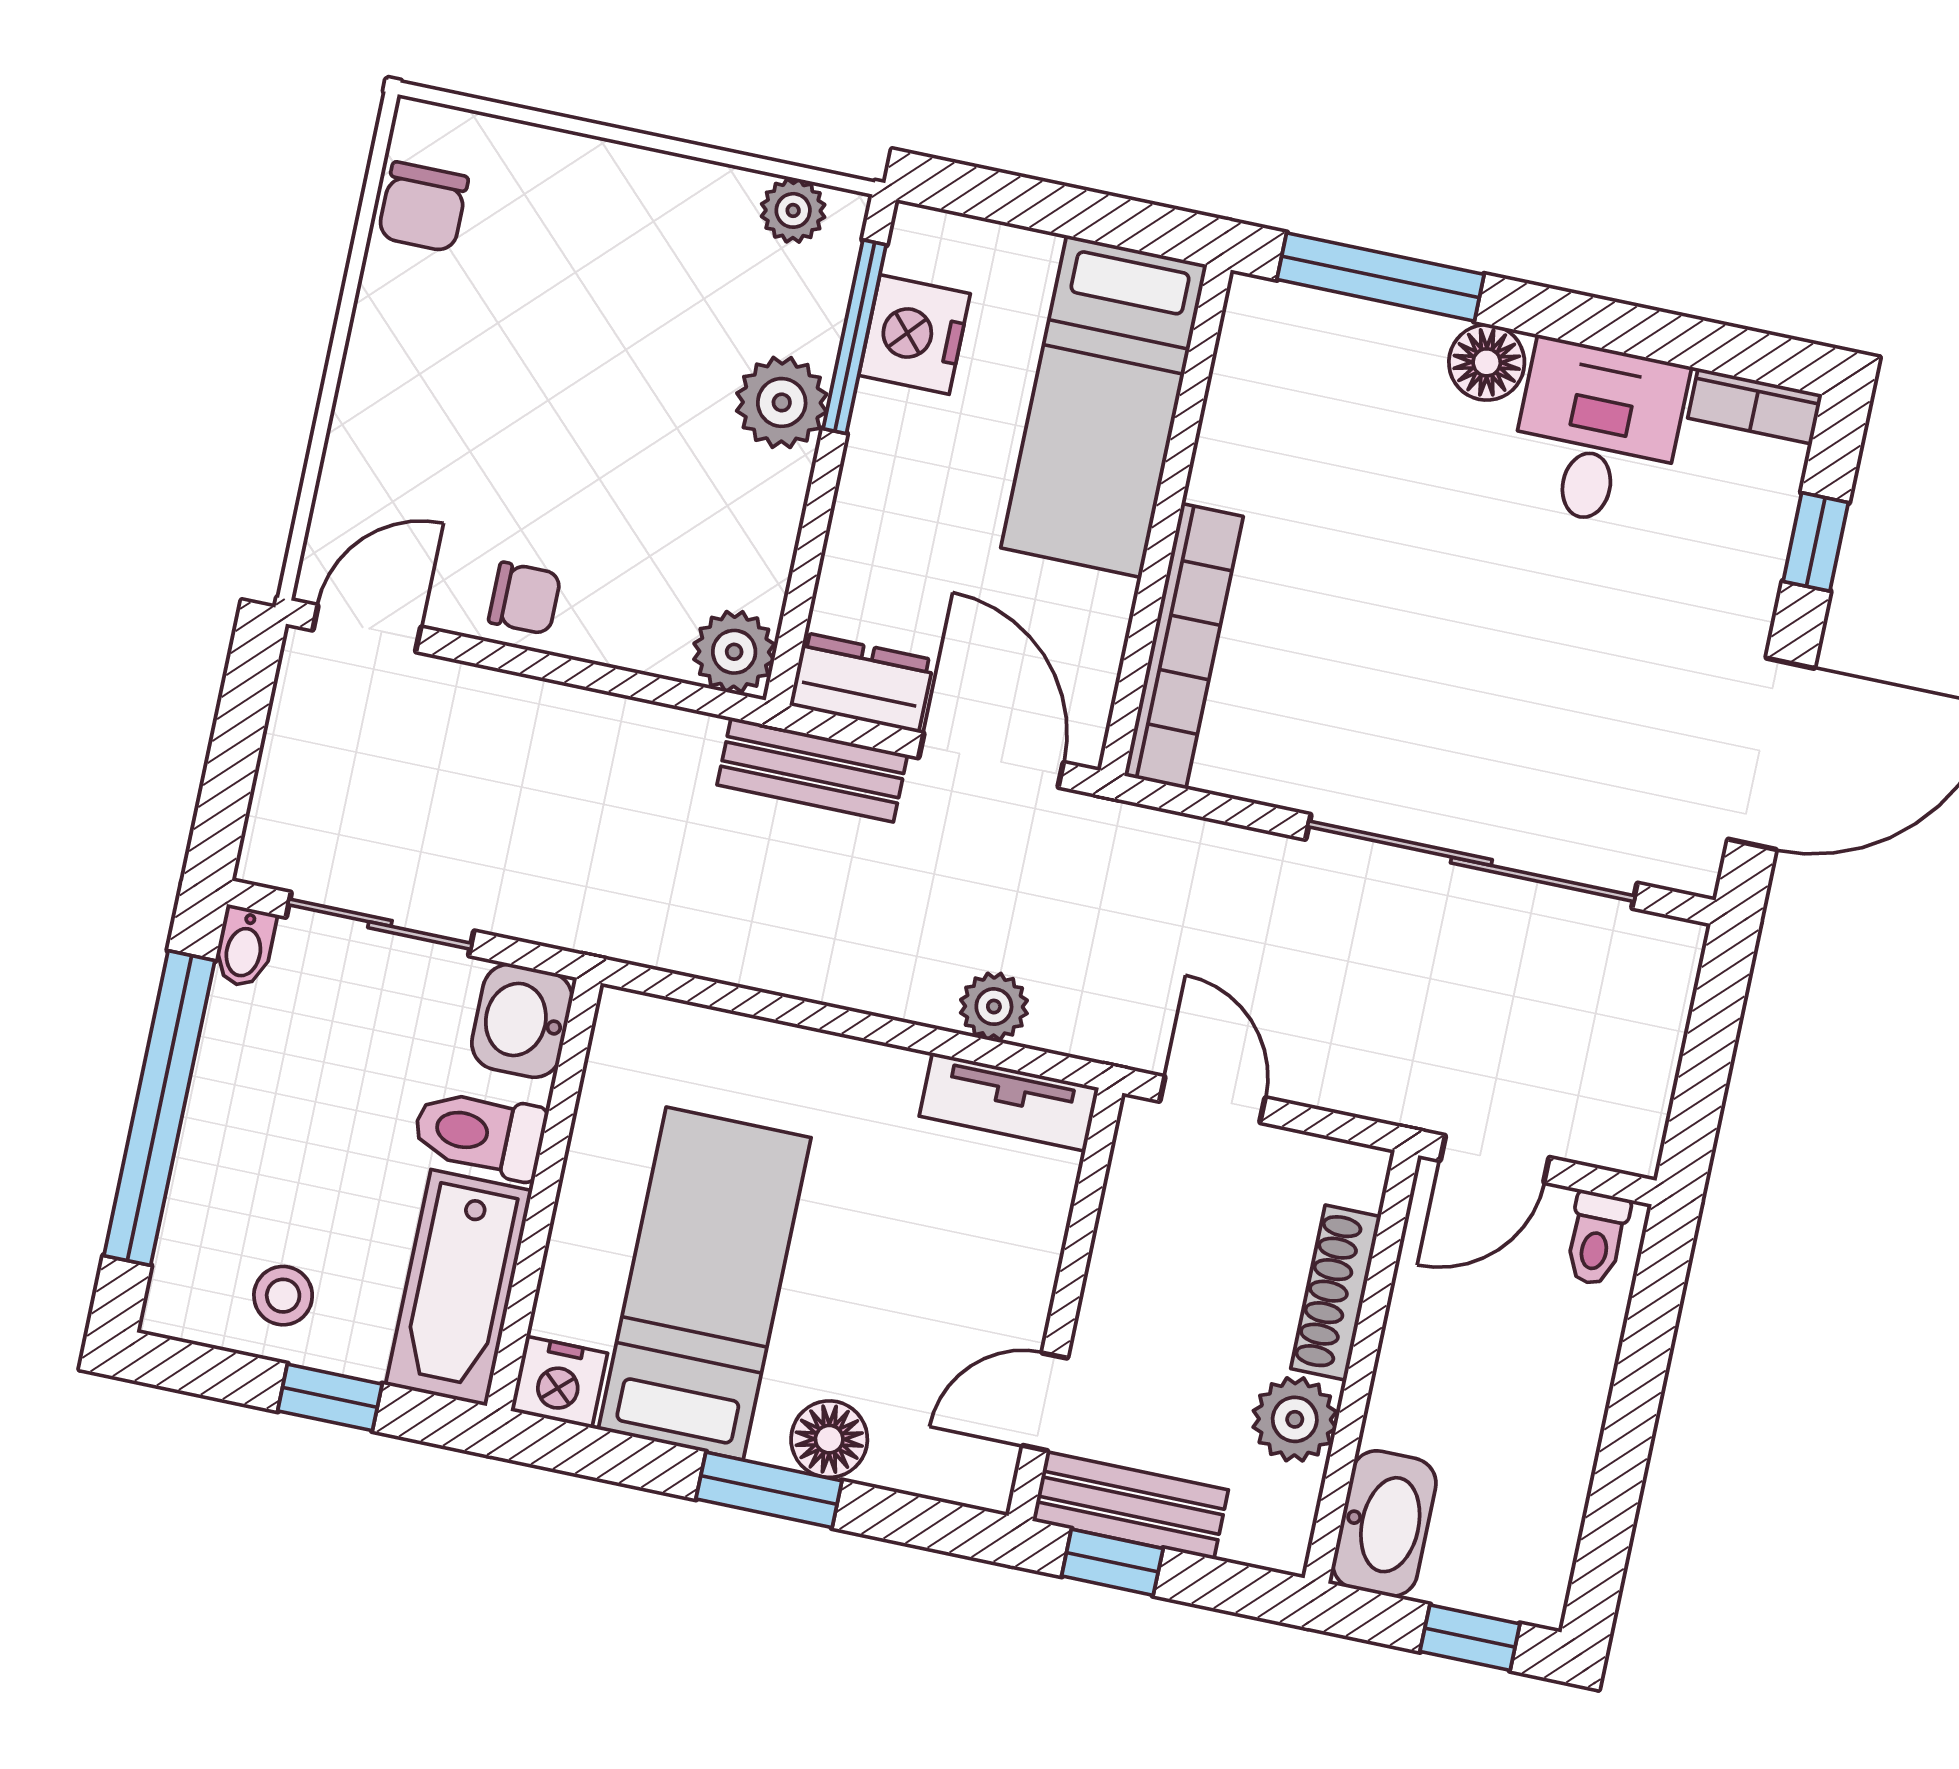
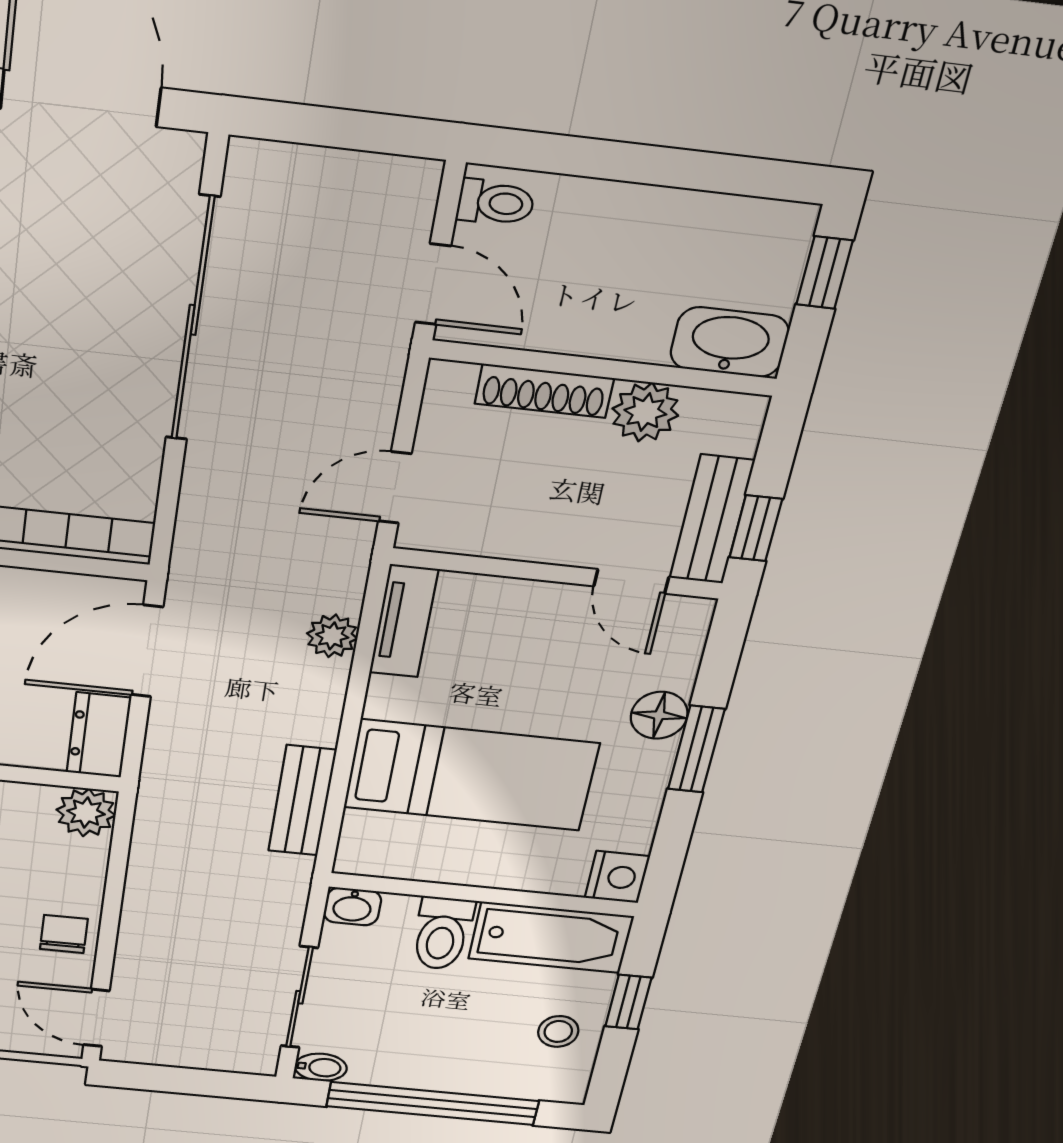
bench: (812, 770) -> (302, 801), moved
washbasin: (522, 1021) -> (352, 907), width x0.72, depth x0.69
bed: (705, 1284) -> (471, 775), moved, turned 180

